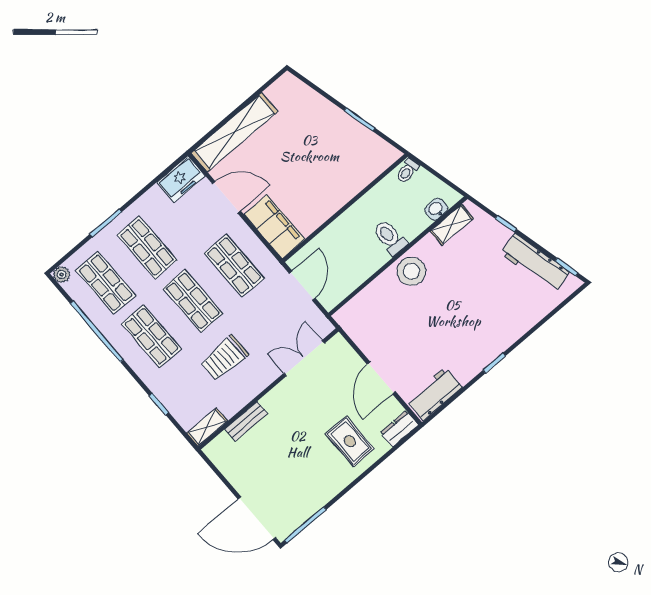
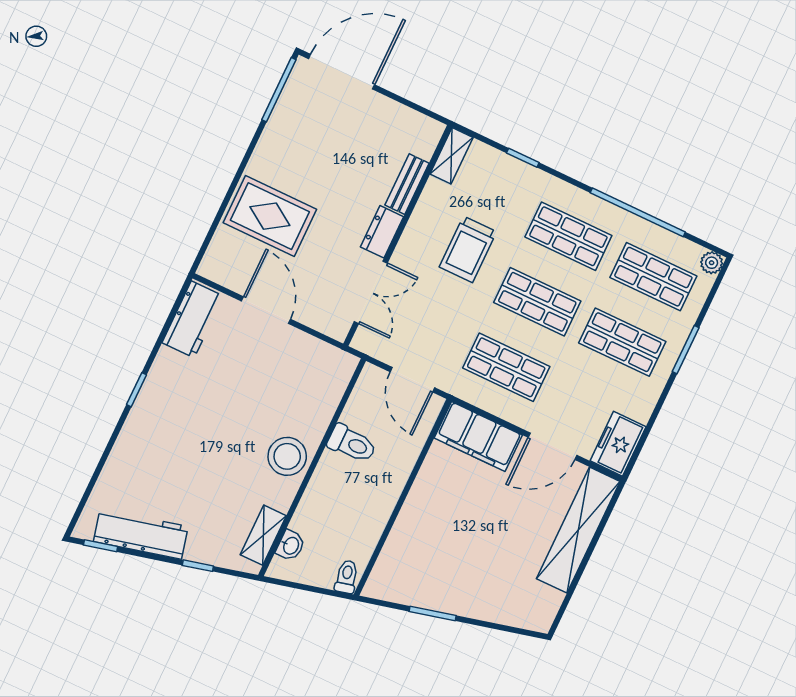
toilet: (390, 237) -> (352, 444), moved
trolley: (224, 358) -> (468, 249), turned 180
dresser: (399, 429) -> (382, 232), moved, turned 180
rug: (350, 441) -> (270, 216), width x1.36, depth x1.43

